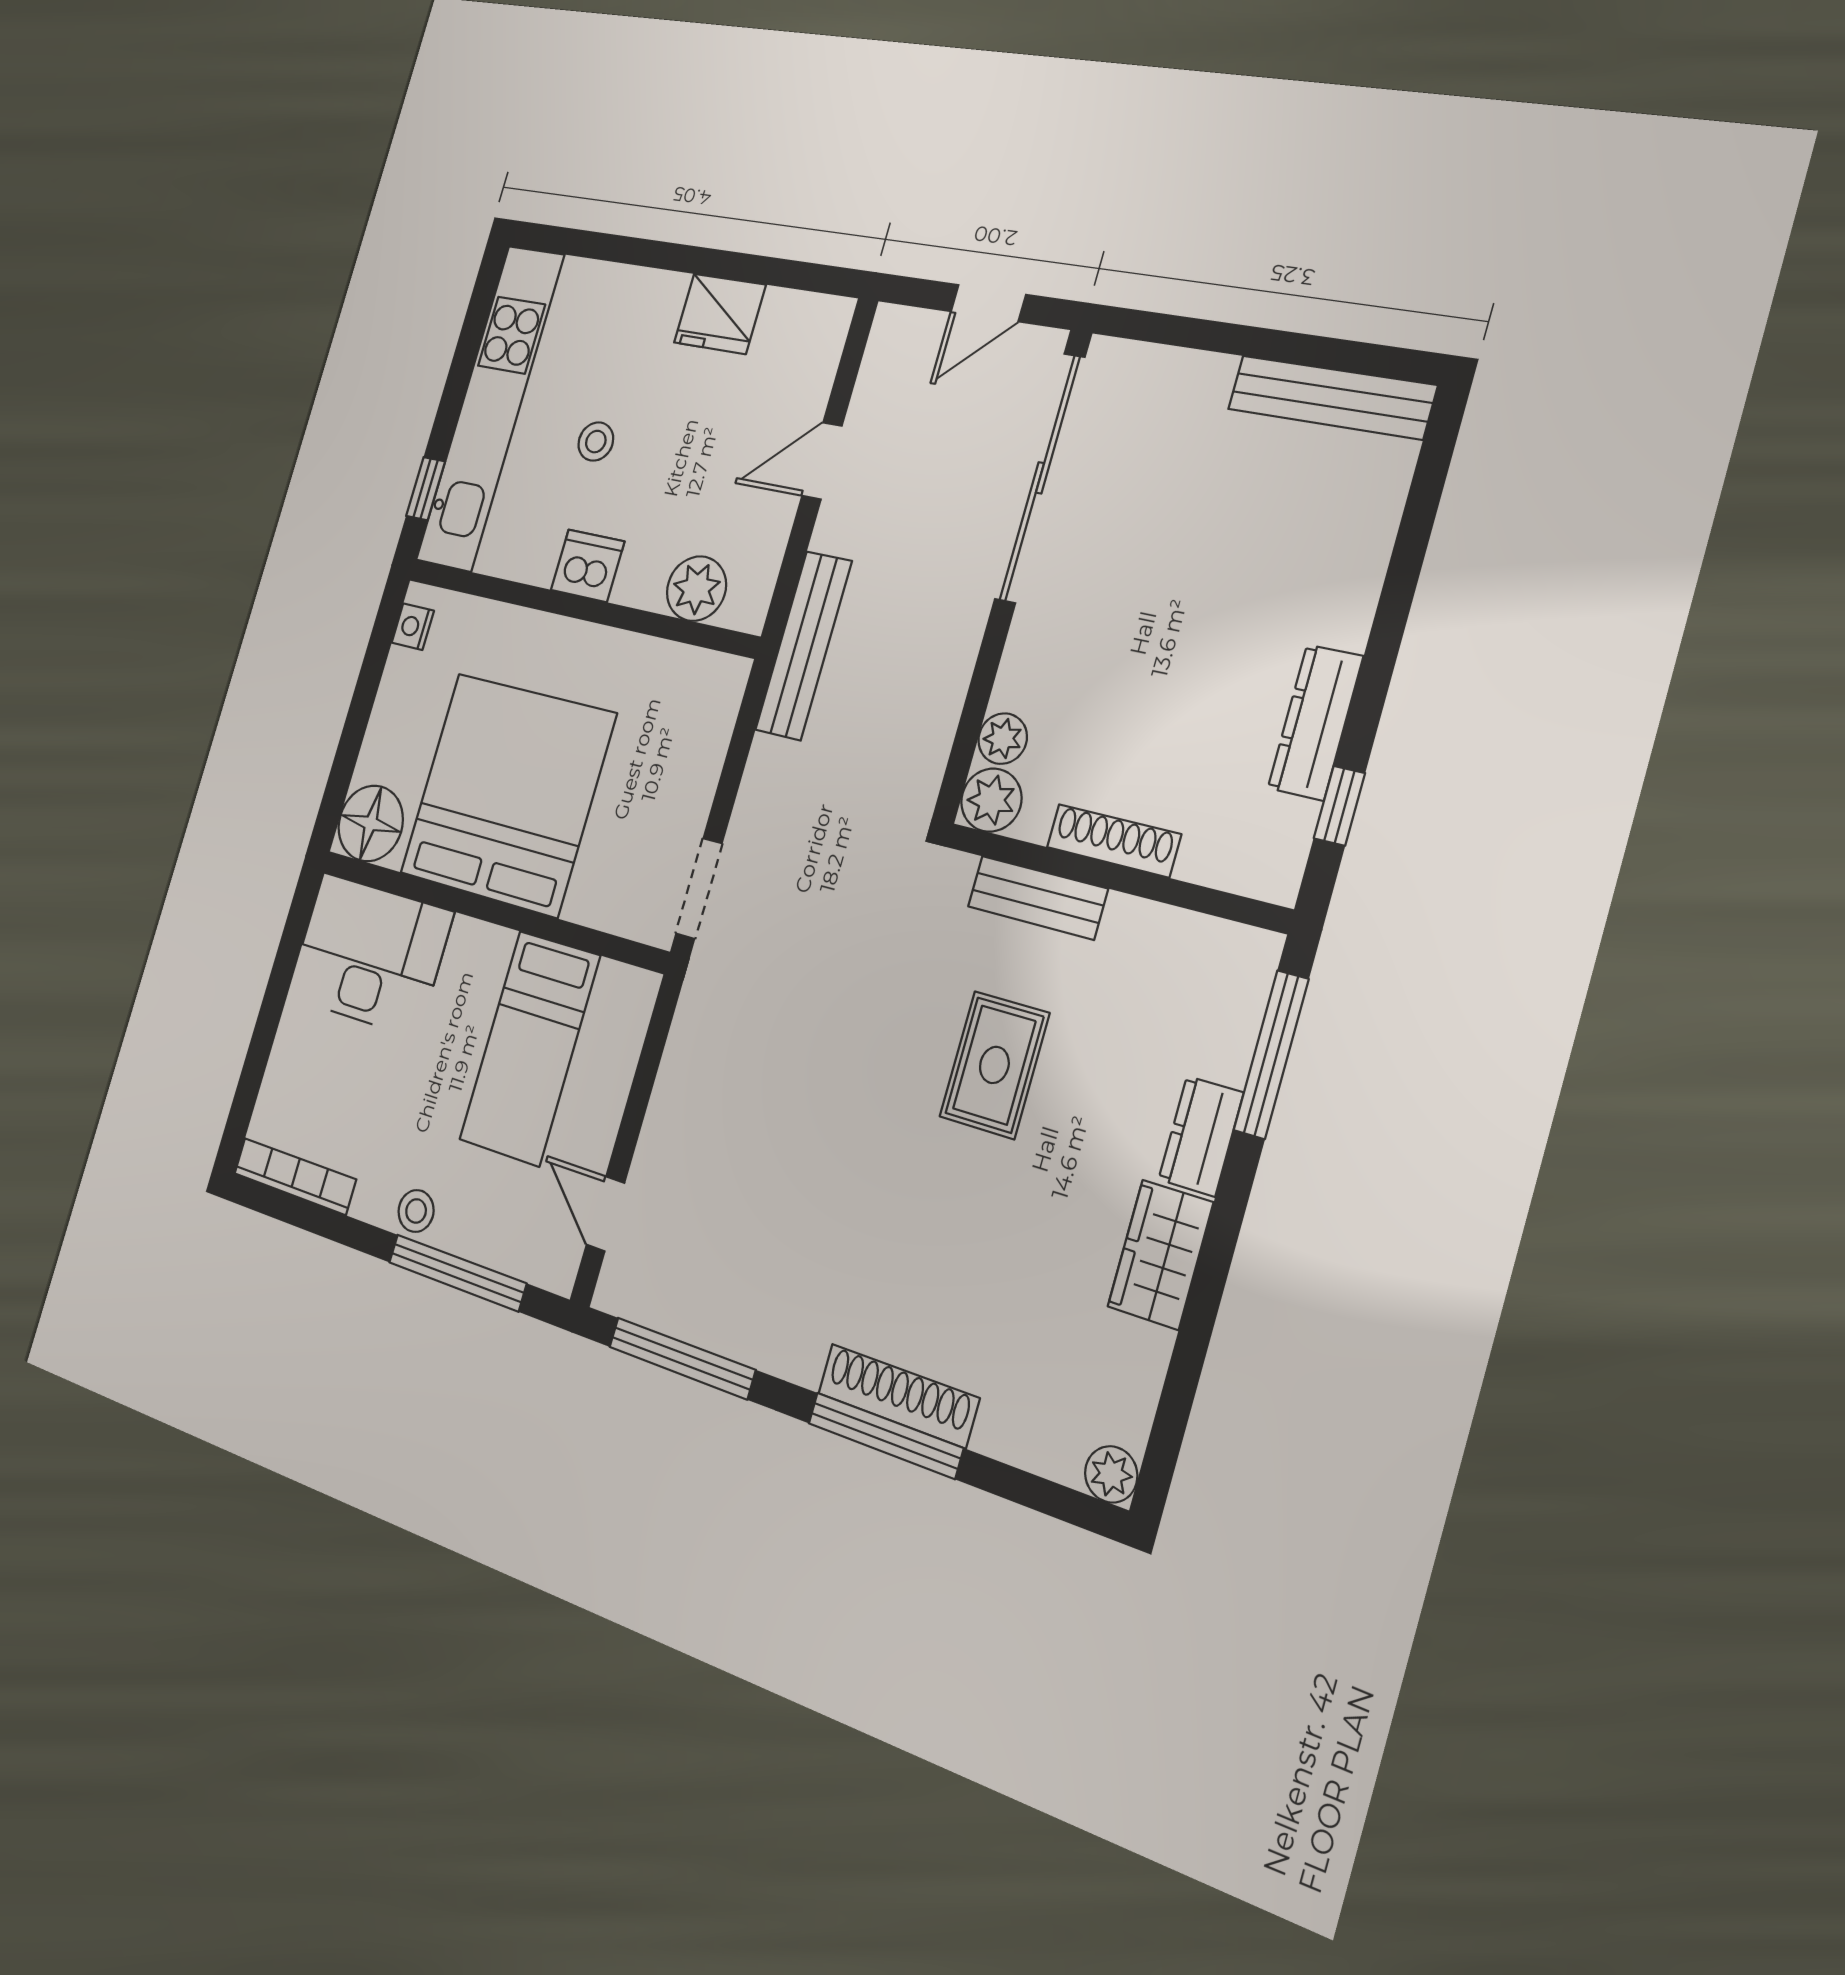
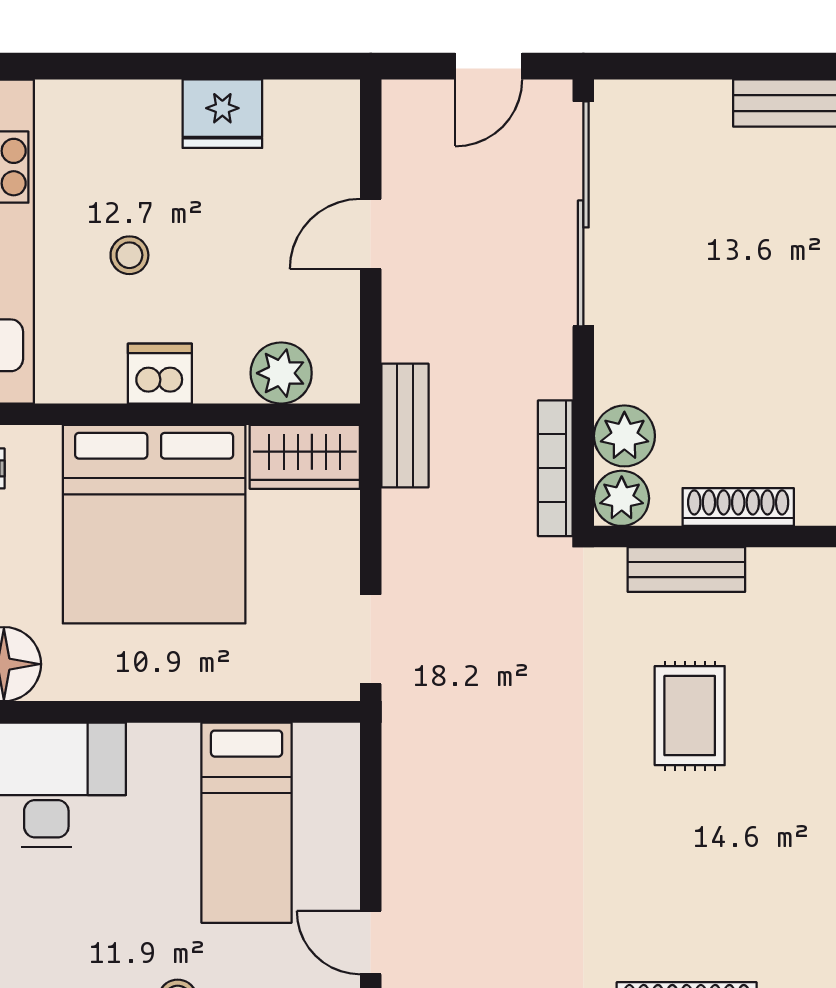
bench: (804, 646) -> (405, 425), width x0.73
wardrobe: (693, 681) -> (305, 457), added
plant: (1003, 739) -> (624, 436), width x1.38, depth x1.38
bookcase: (932, 750) -> (555, 468), added
bed: (507, 794) -> (154, 524), moved, turned 180

